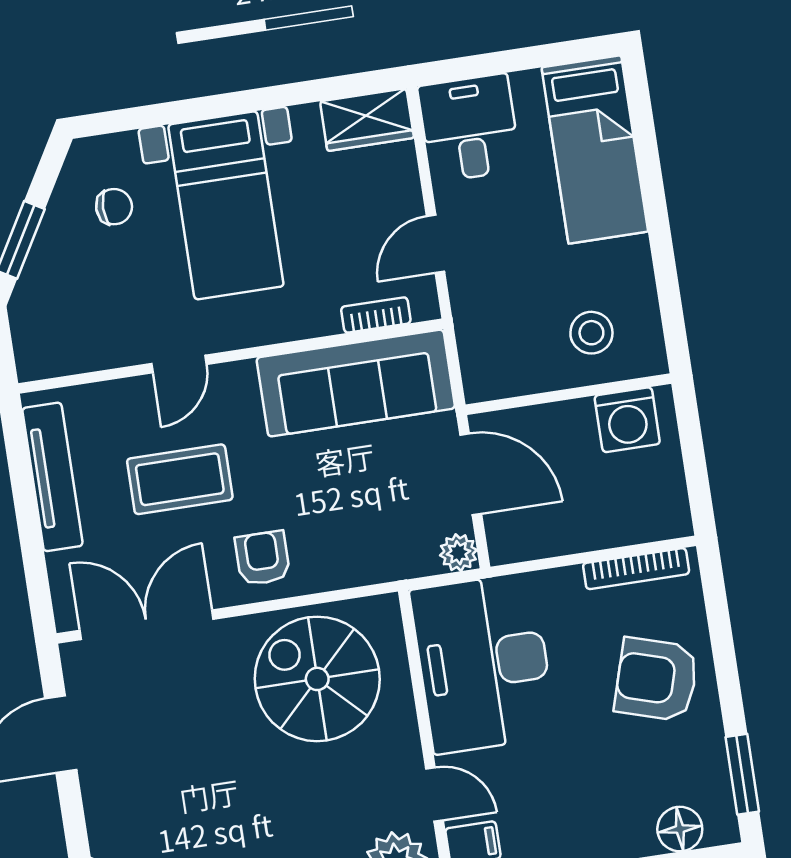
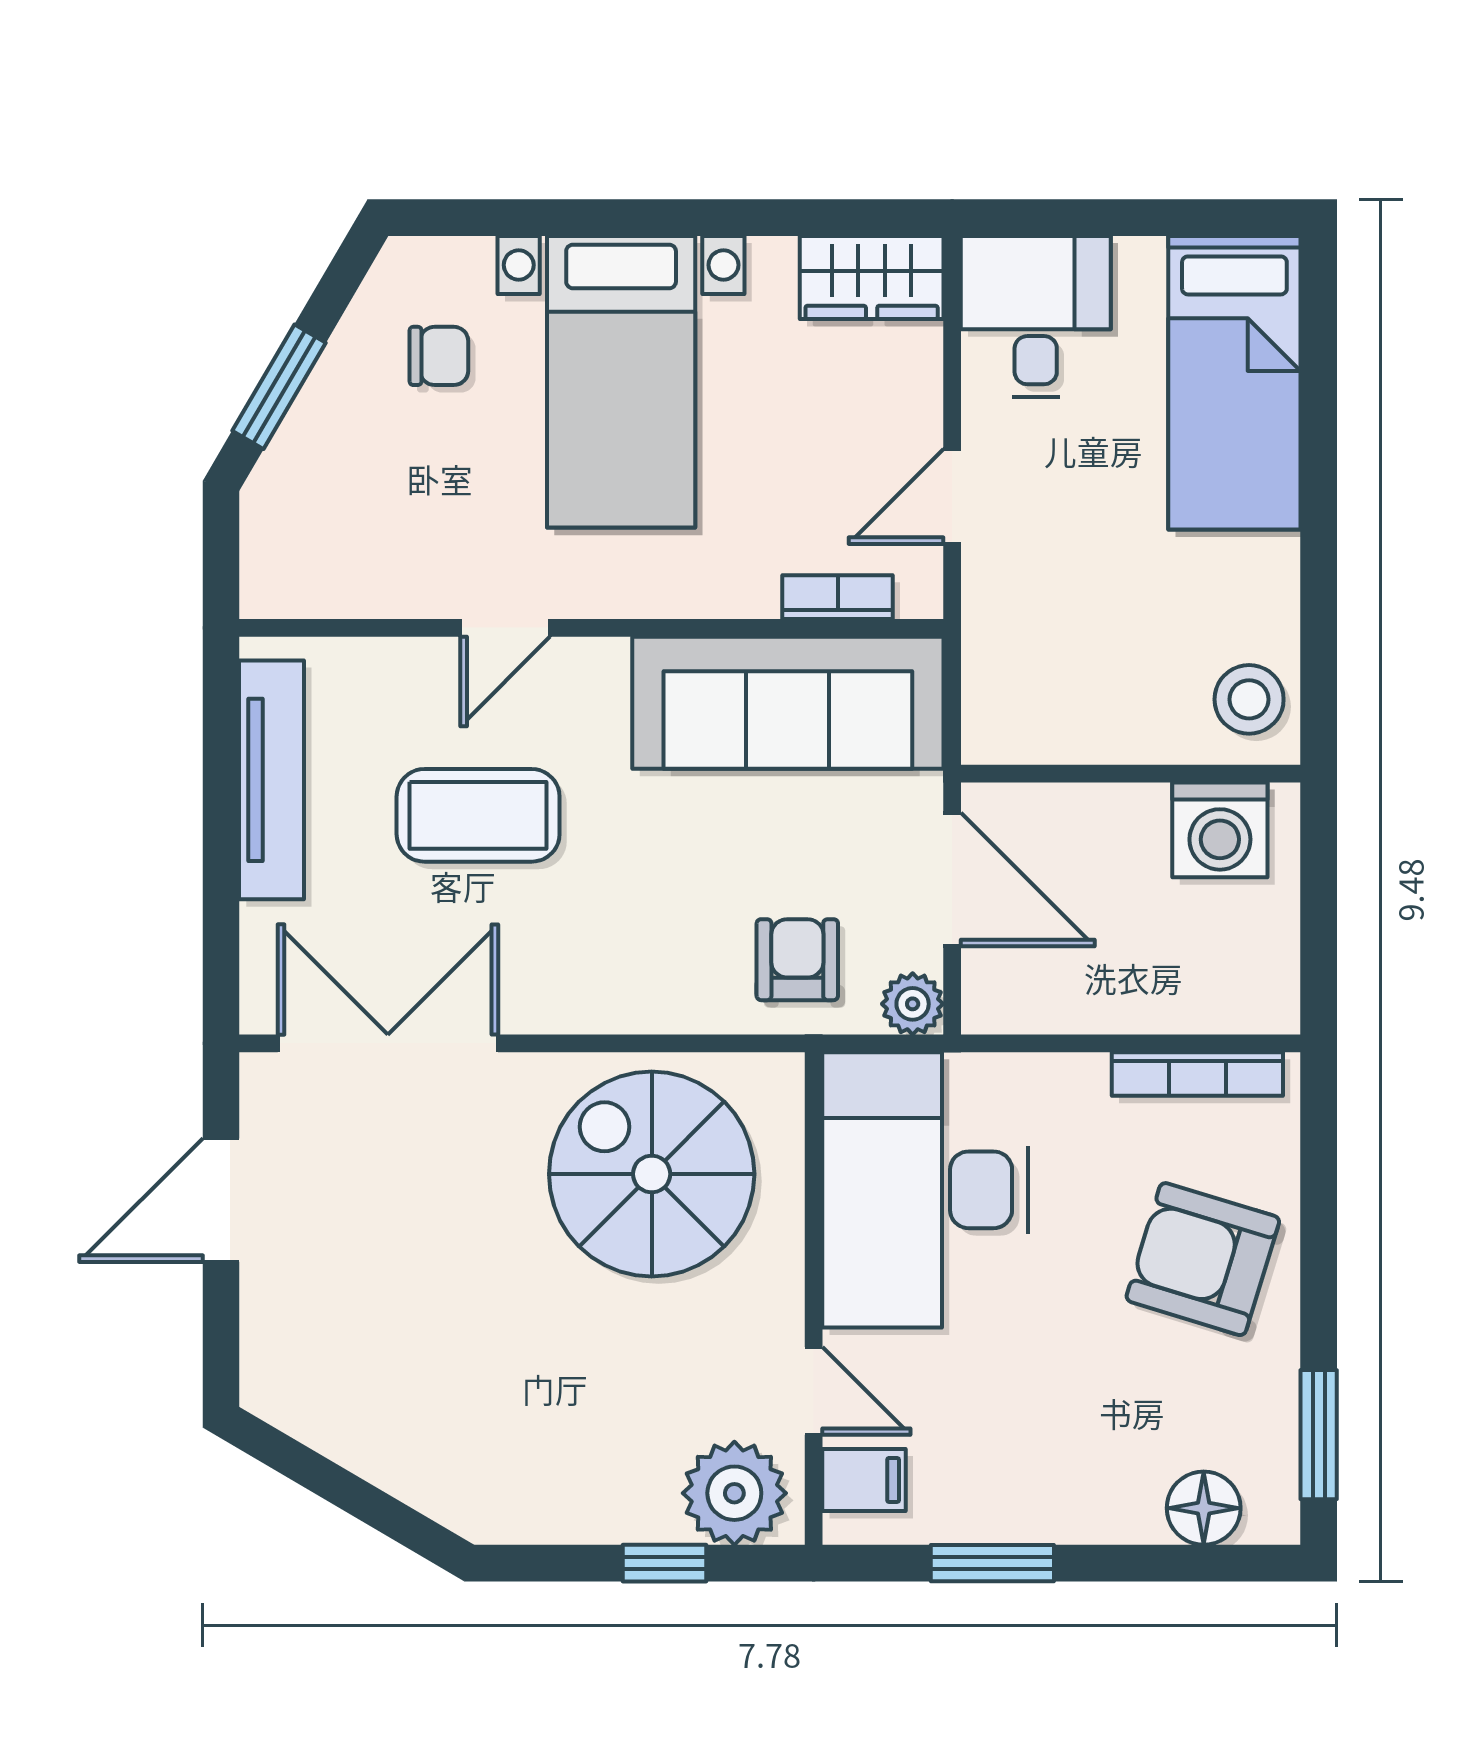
stool: (591, 333) -> (1249, 699), moved
armchair: (263, 558) -> (797, 960), moved

